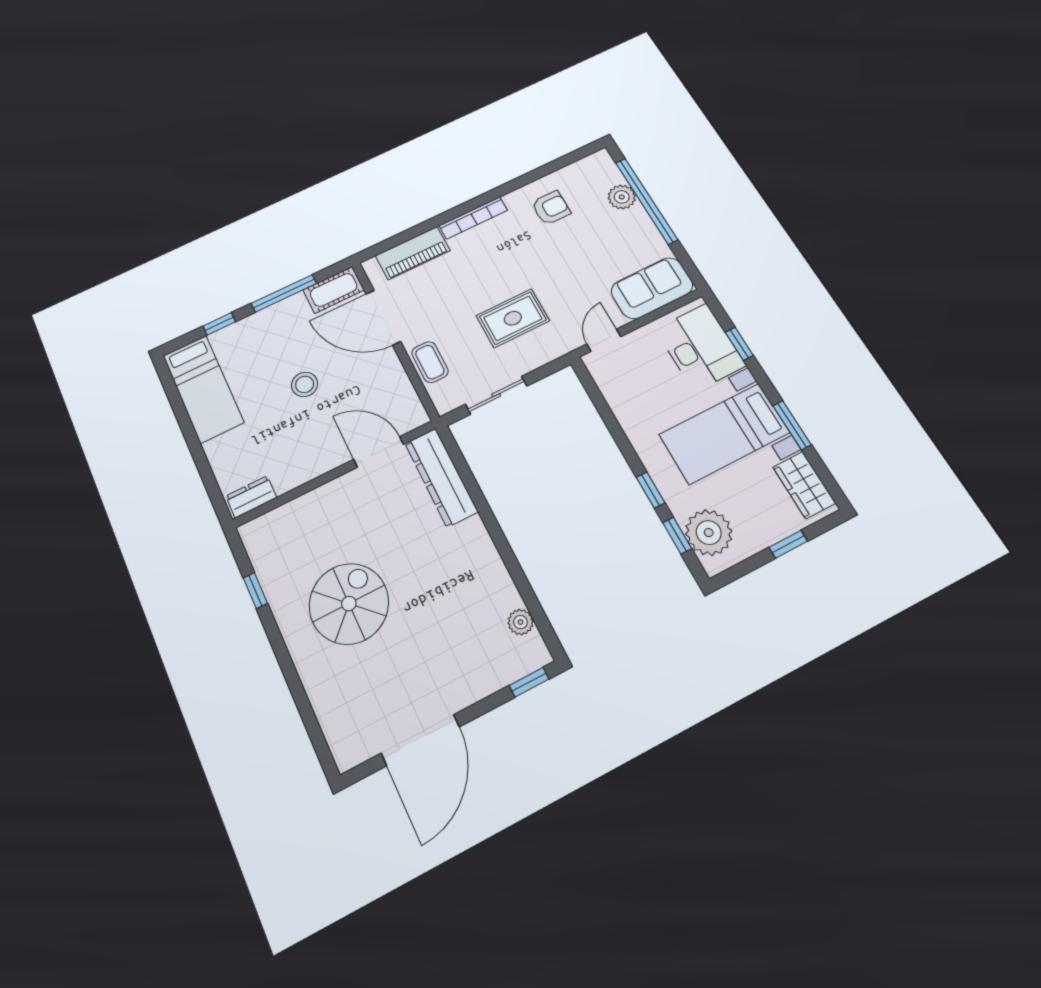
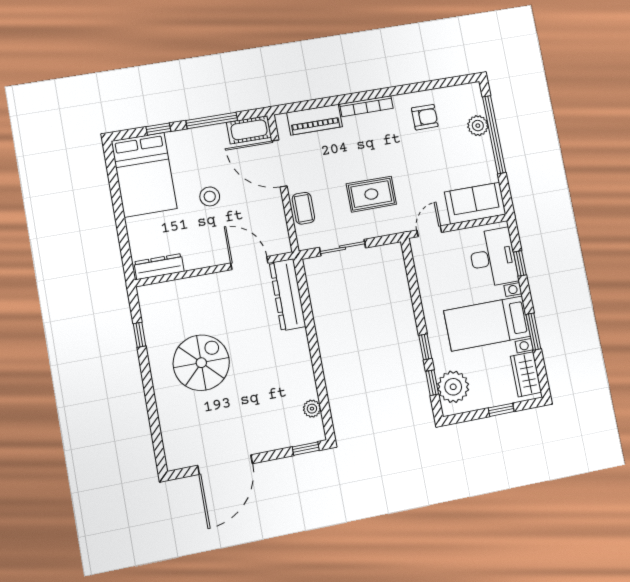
bed: (203, 389) -> (144, 175), width x1.50
dresser: (251, 497) -> (159, 267), width x1.44

